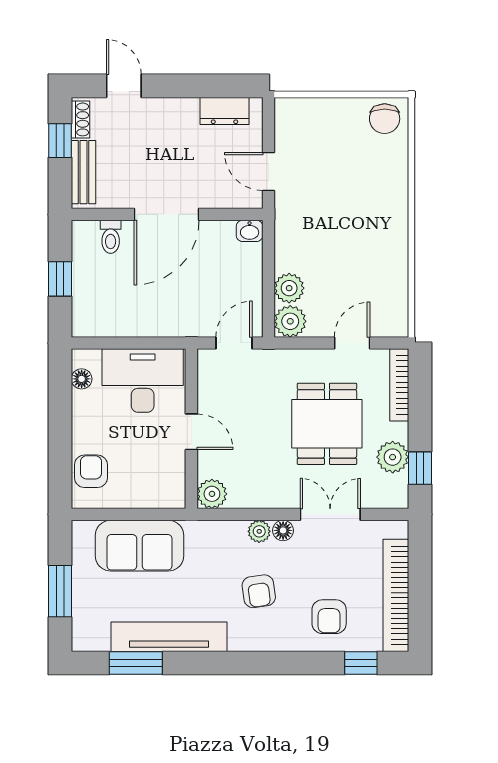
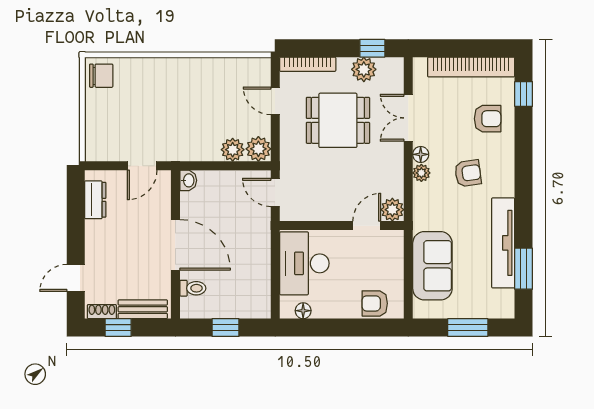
door: (191, 432) -> (367, 226), moved

